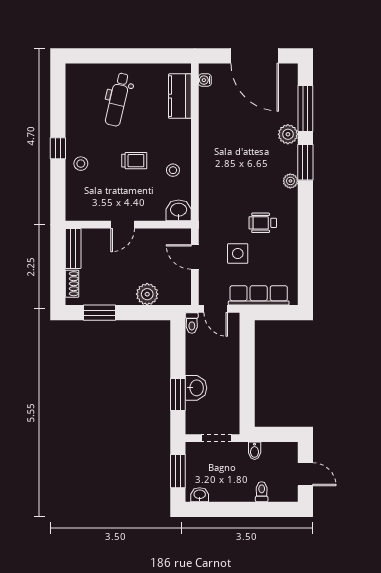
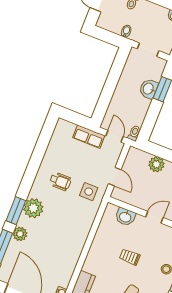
stool: (173, 170) -> (106, 240), removed
plant: (290, 181) -> (33, 208), width x1.87, depth x1.87
washbasin: (179, 210) -> (125, 217), moved
side table: (238, 253) -> (89, 192), moved
row of seats: (259, 295) -> (89, 137), width x0.68

